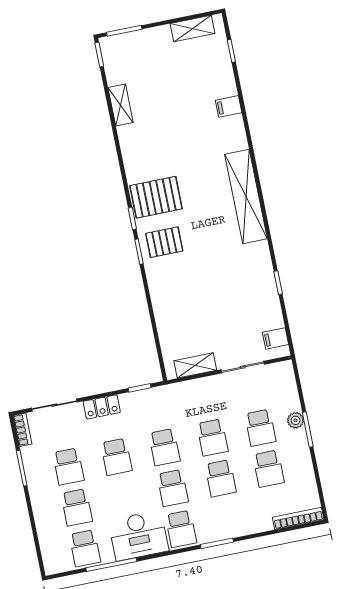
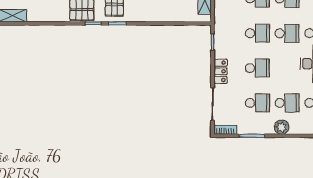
plant: (42, 507) -> (282, 127), added

